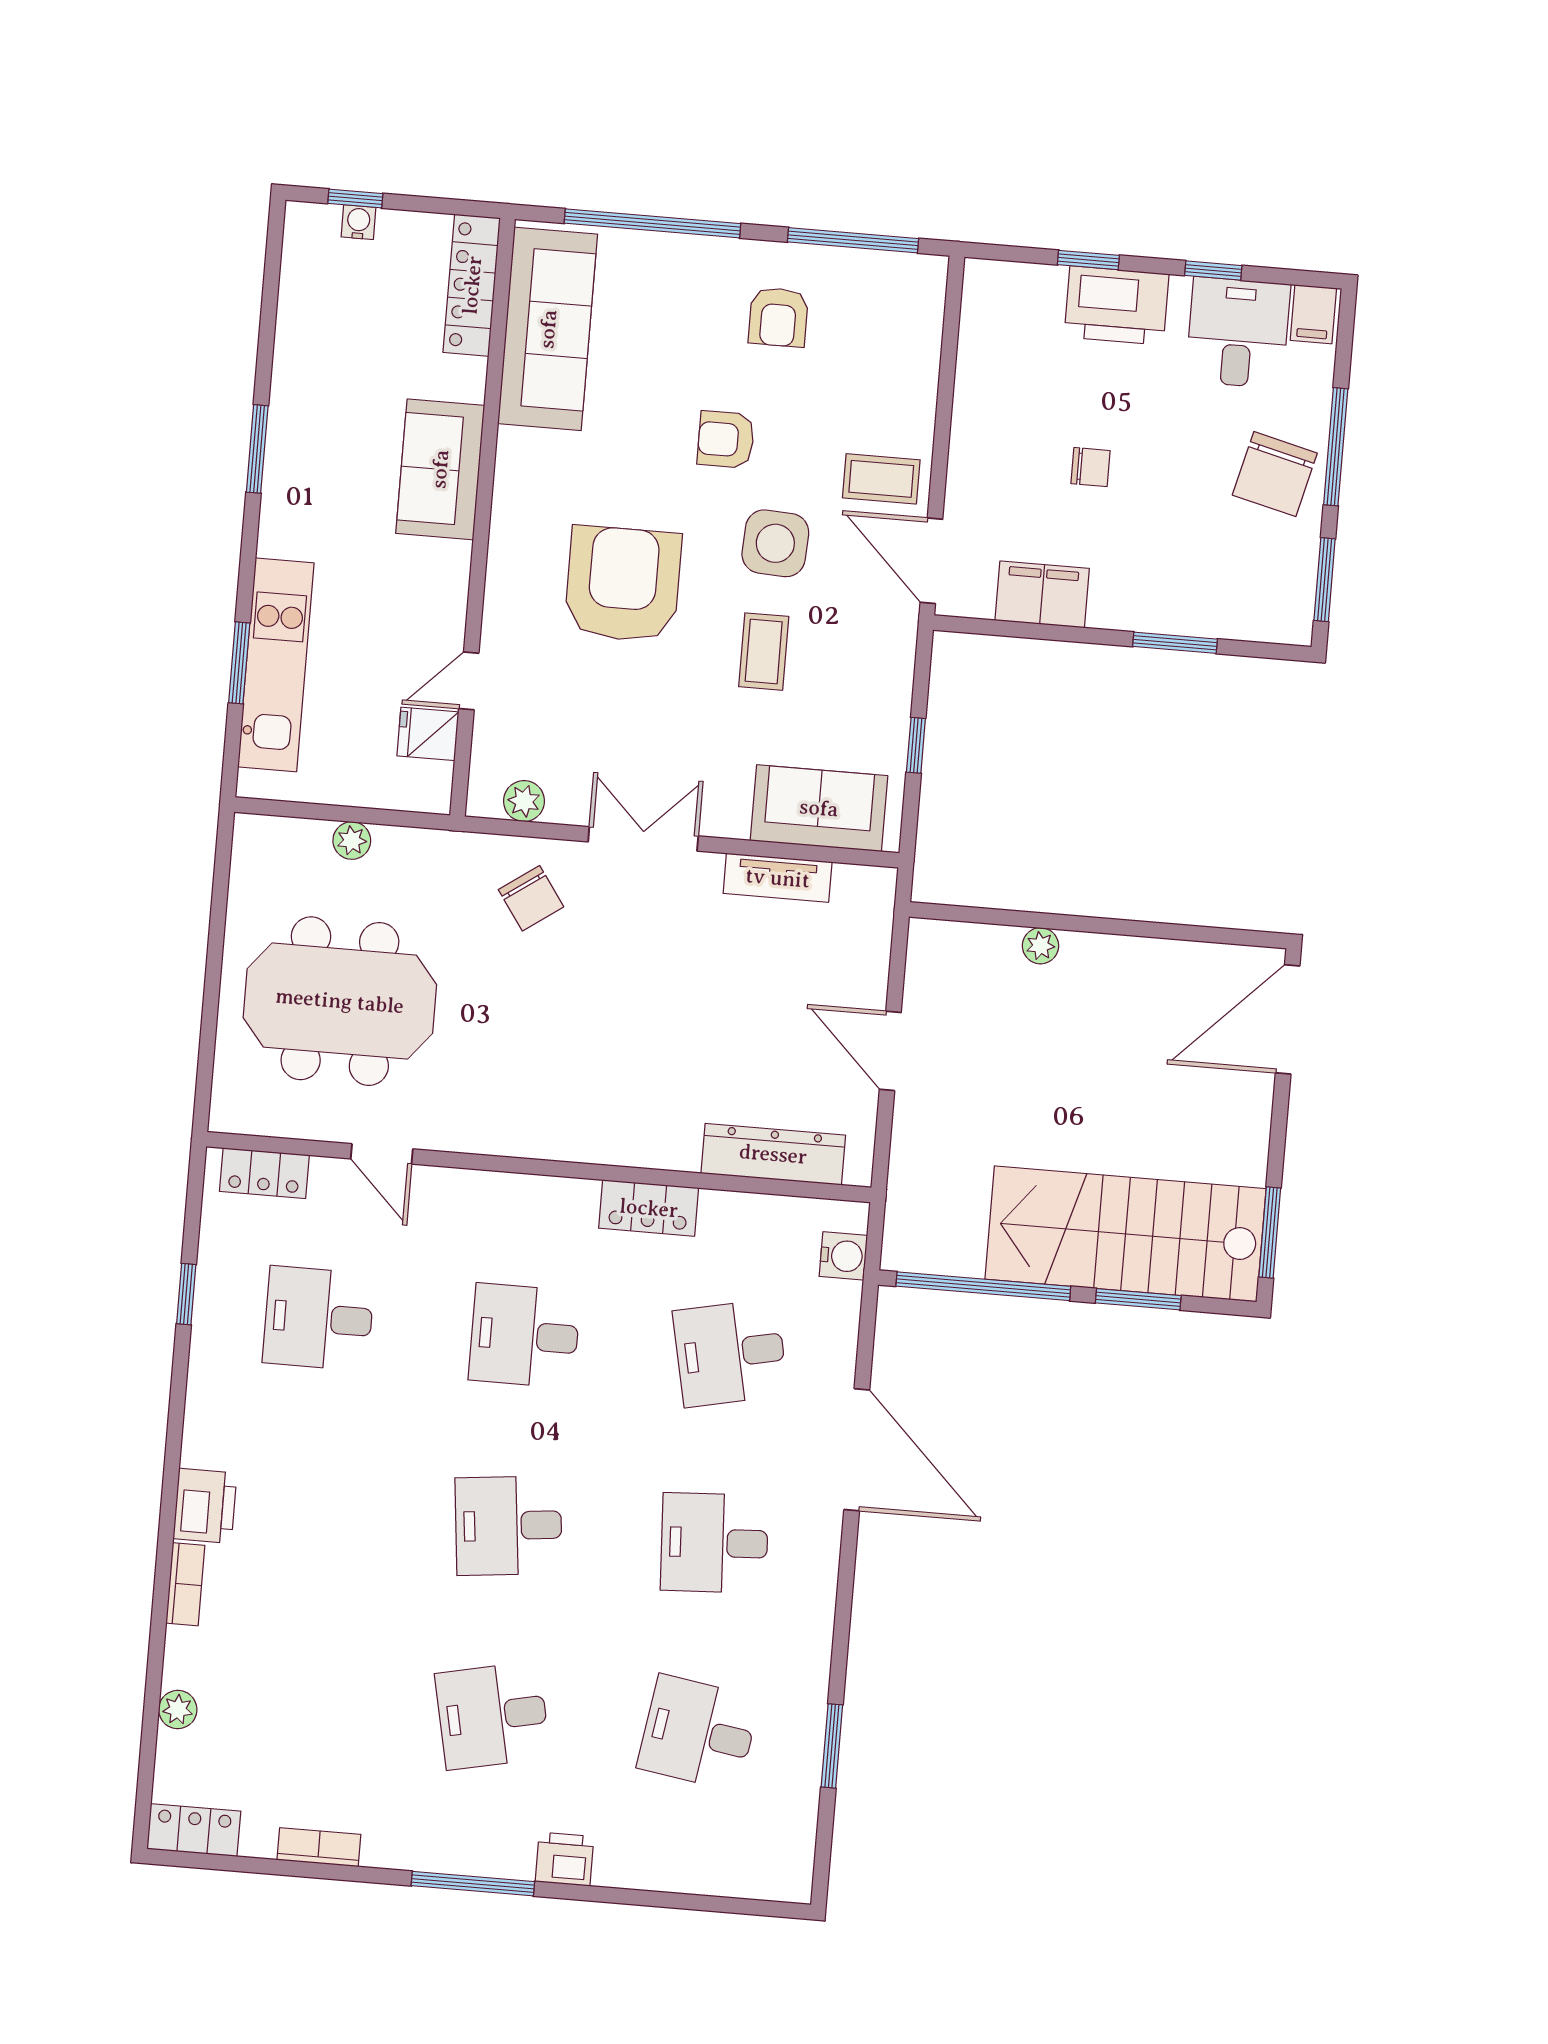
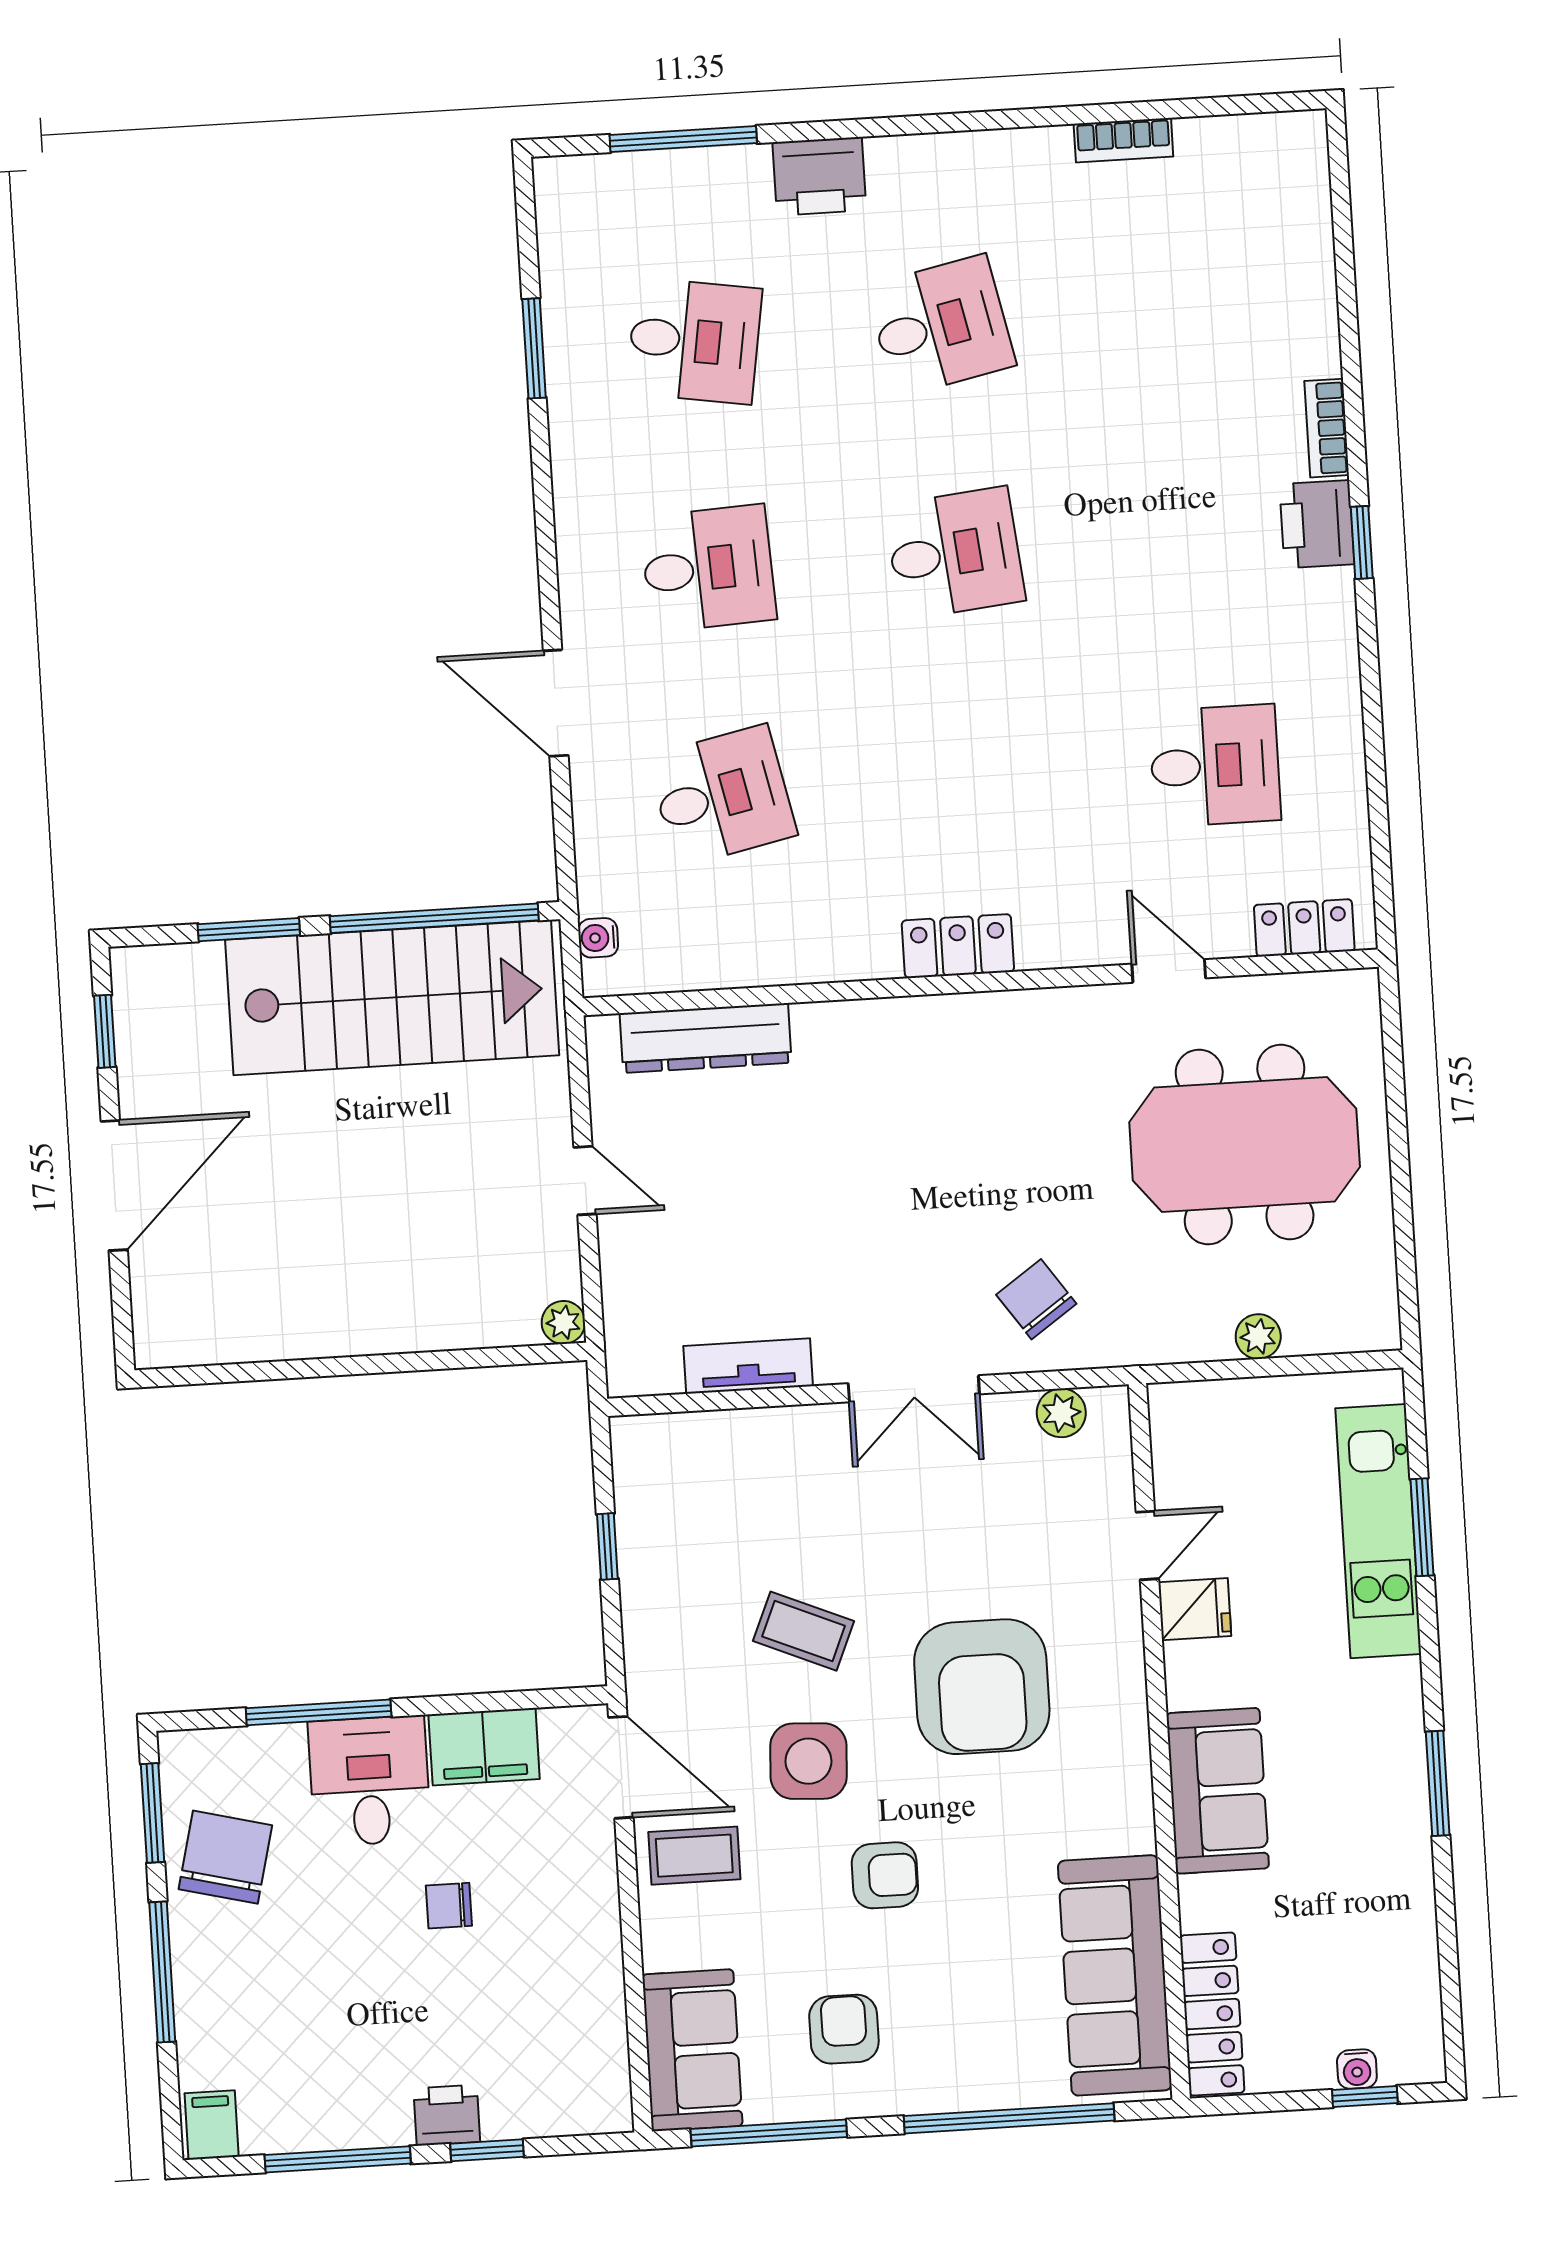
window: (1213, 270) -> (338, 2159), width x2.17
printer: (1117, 305) -> (447, 2115), width x0.53, depth x0.68
desk: (1238, 333) -> (369, 1781), moved, turned 180
chair: (1275, 474) -> (225, 1857), moved
window: (1175, 643) -> (319, 1712), width x1.44
coffee table: (764, 652) -> (804, 1631), turned -67
fridge: (428, 734) -> (1195, 1609), moved
sofa: (819, 808) -> (692, 2050), moved, turned -90
plant: (1040, 946) -> (563, 1322), moved
door: (1288, 1019) -> (114, 1185), moved
door: (890, 1051) -> (585, 1181), width x0.73
locker: (649, 1208) -> (958, 946), moved
window: (1270, 1232) -> (105, 1031), width x0.67
stairs: (1126, 1234) -> (392, 998), moved
water cooler: (843, 1256) -> (598, 938), width x0.72, depth x0.72
window: (186, 1294) -> (1362, 542), moved
desk: (525, 1336) -> (968, 781), removed
door: (857, 1450) -> (556, 703), width x0.73
plant: (178, 1710) -> (1314, 279), removed
locker: (194, 1830) -> (1274, 139), removed
printer: (565, 1859) -> (819, 176), width x1.36, depth x1.24
window: (473, 1884) -> (683, 139), moved

